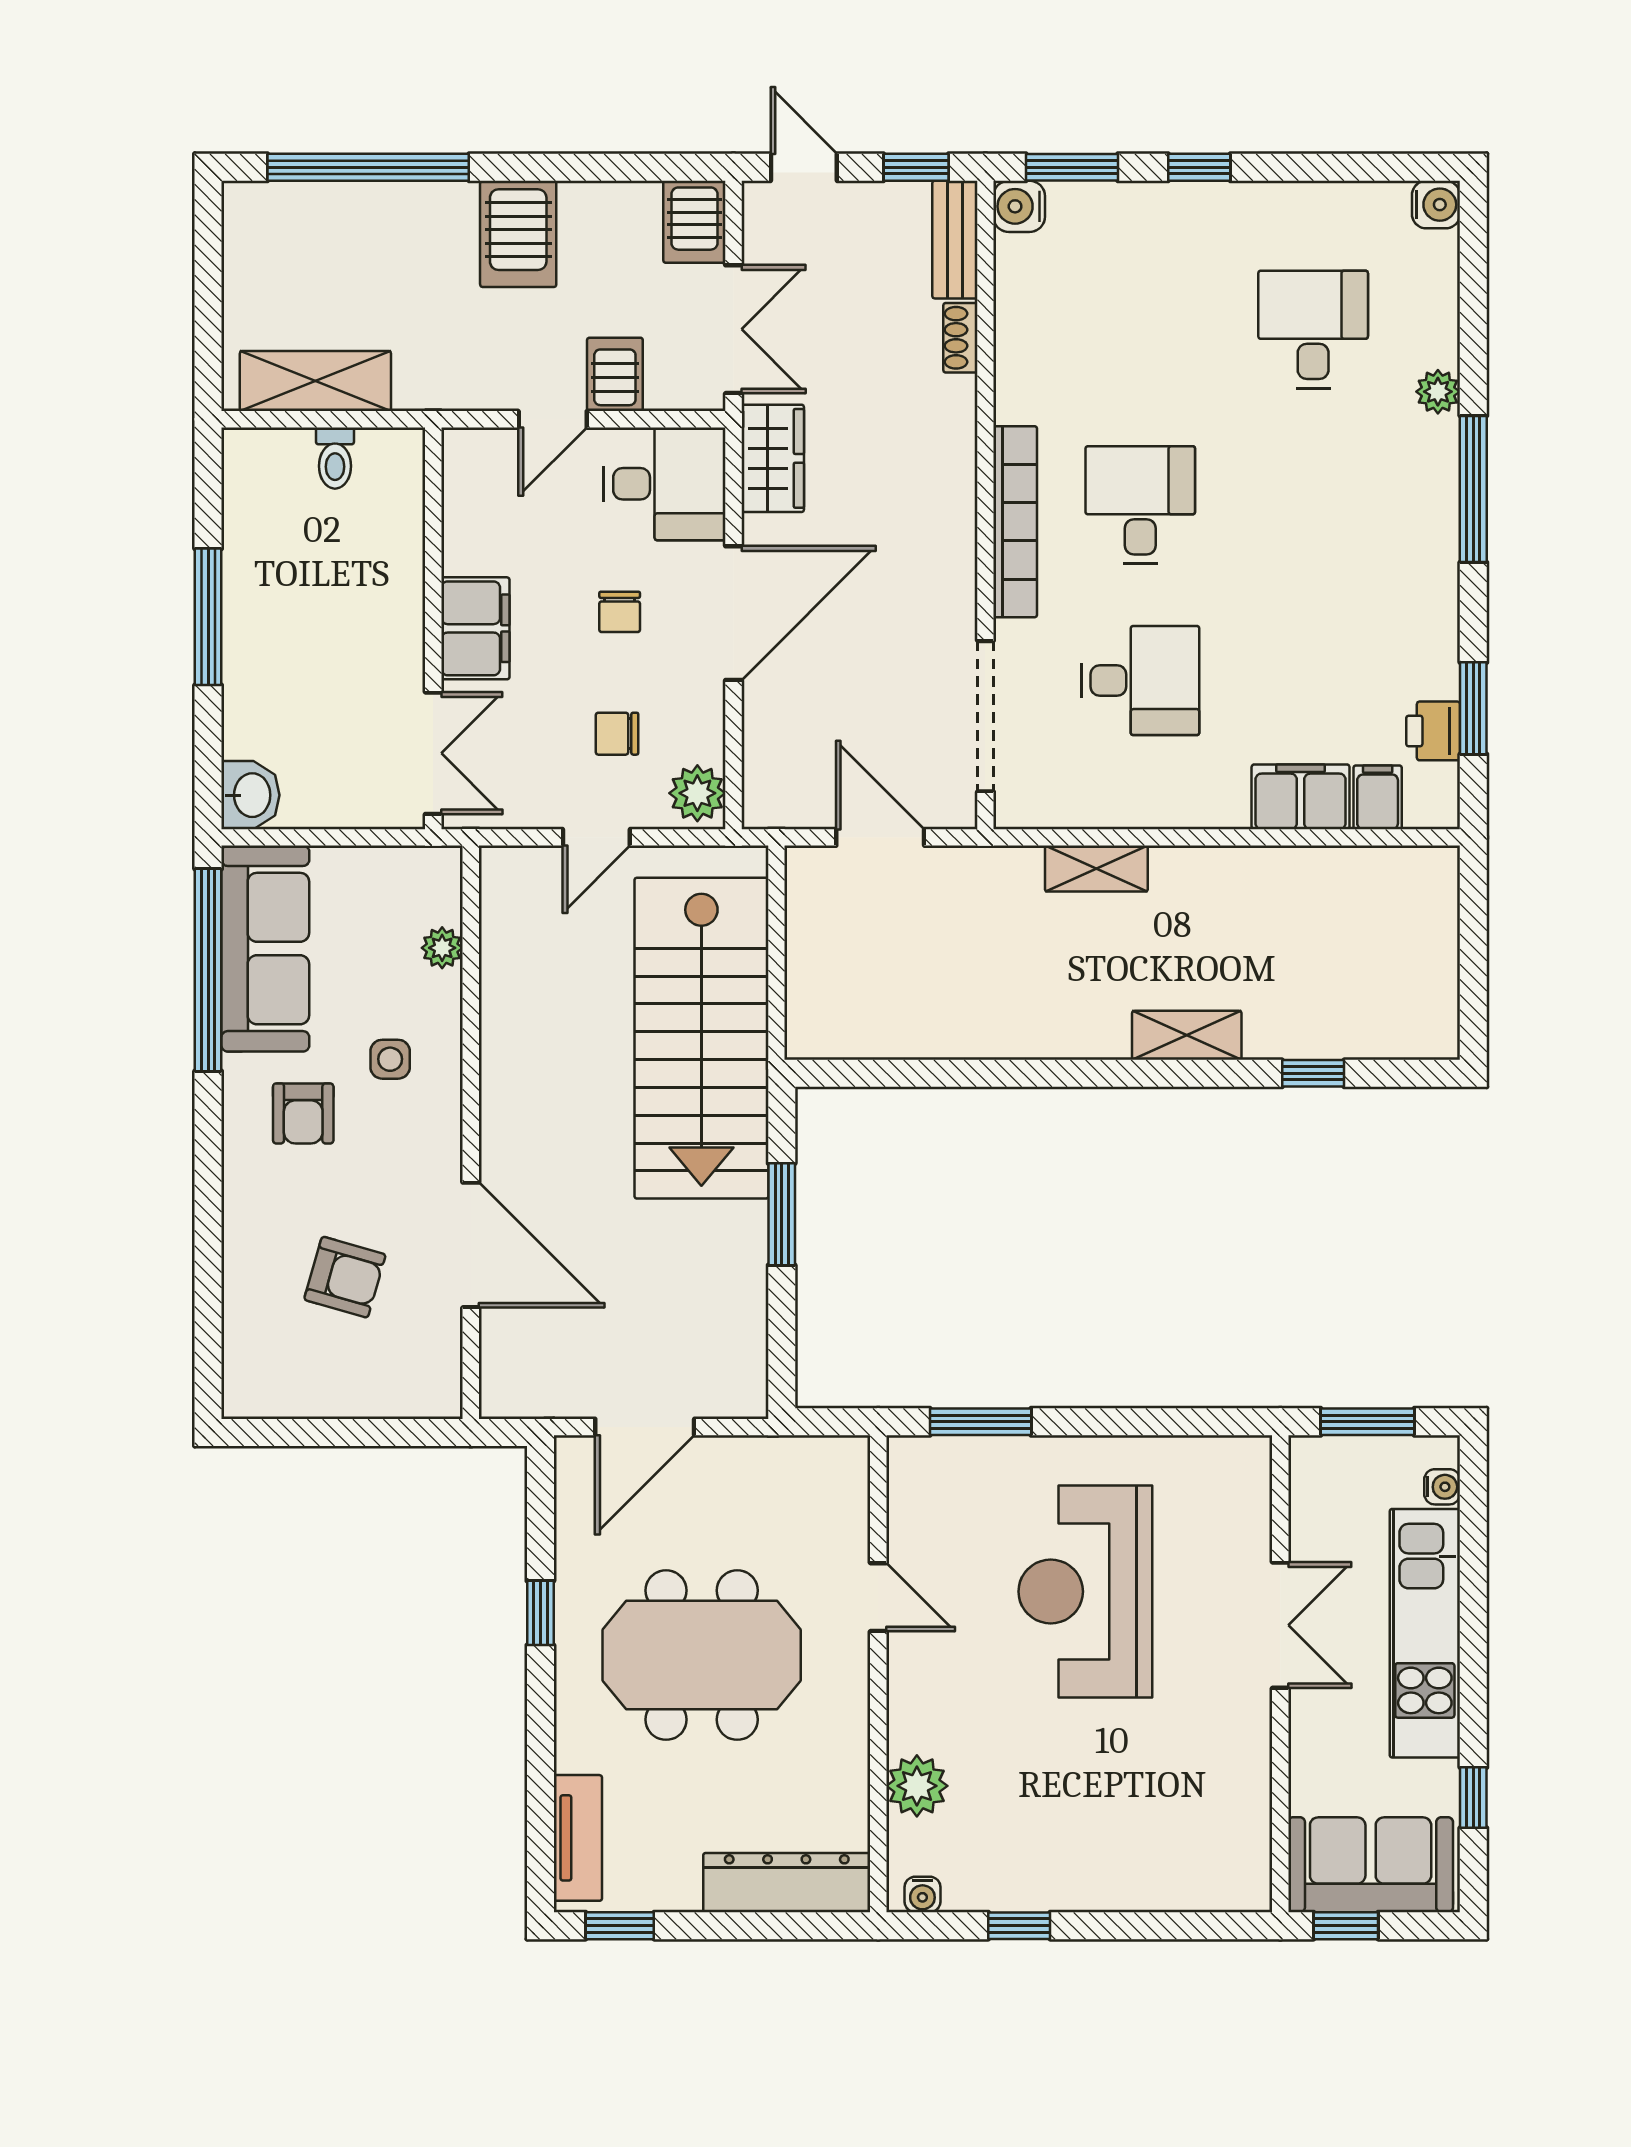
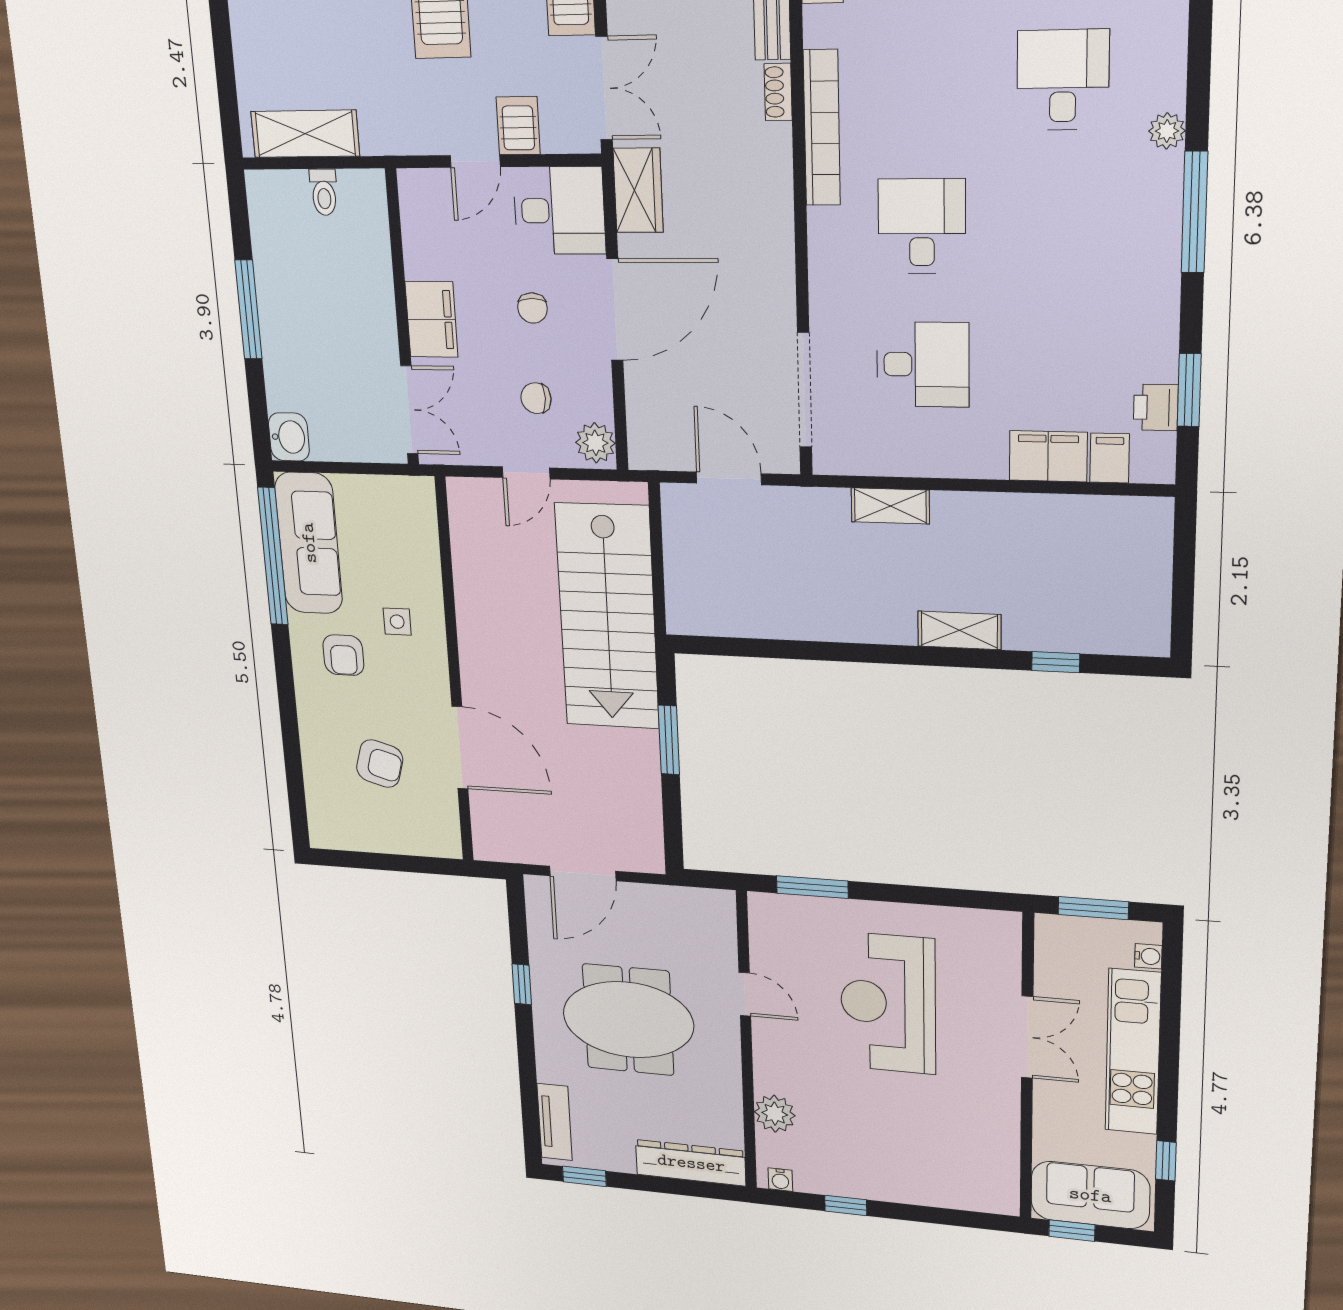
bookcase: (1015, 522) -> (822, 128), moved
plant: (442, 948) -> (426, 547), removed

